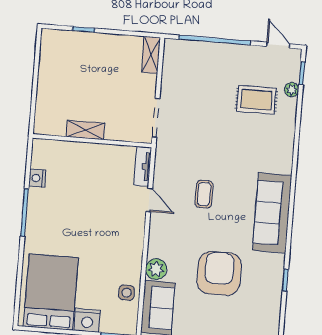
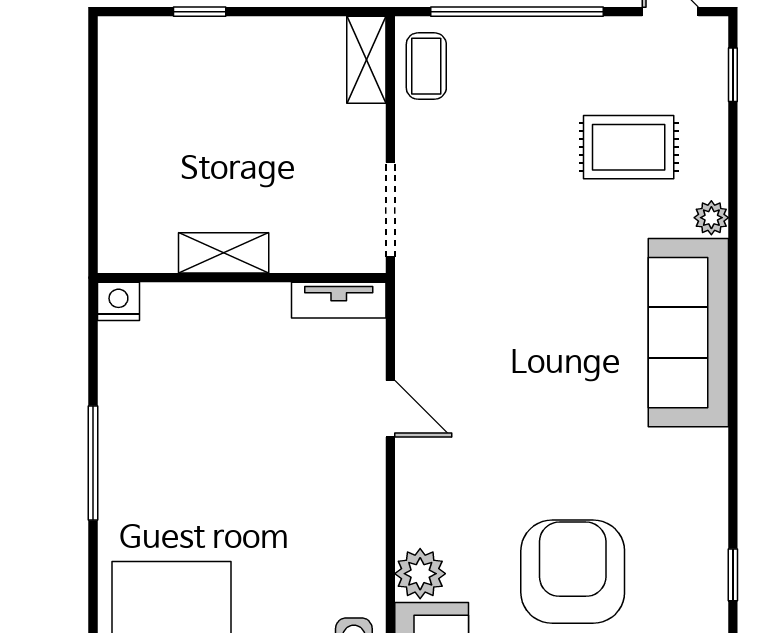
plant: (292, 90) -> (711, 218), moved
tv unit: (143, 166) -> (339, 300), moved, turned -90
nightstand: (37, 178) -> (118, 301), moved, turned 90
coffee table: (204, 194) -> (426, 66), moved
sofa: (272, 213) -> (688, 333), moved

